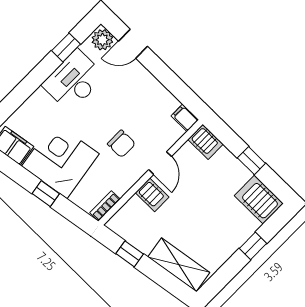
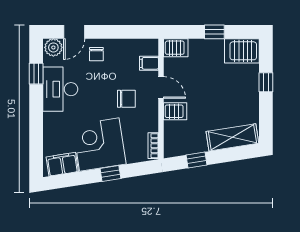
chair: (133, 81) -> (96, 54), added
filing cabinet: (185, 118) -> (149, 63), moved

